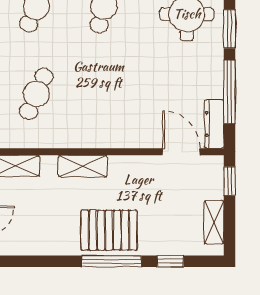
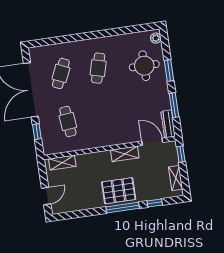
window: (229, 92) -> (174, 105), width x0.69
cafe table: (36, 94) -> (68, 121), turned -30
shelving: (83, 166) -> (125, 154), moved

